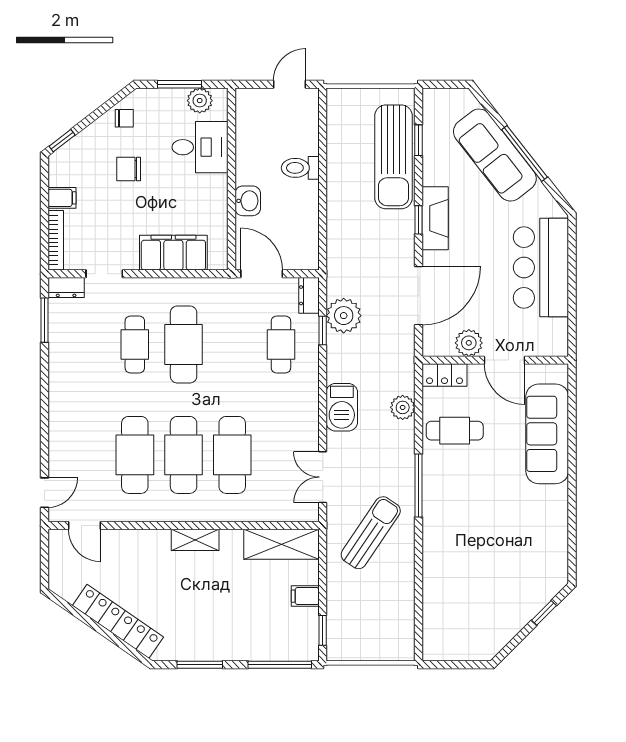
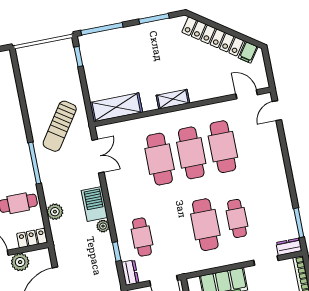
plant: (344, 316) -> (103, 226), moved, width x0.53, depth x0.53
filing cabinet: (305, 596) -> (248, 52), moved, turned 125

